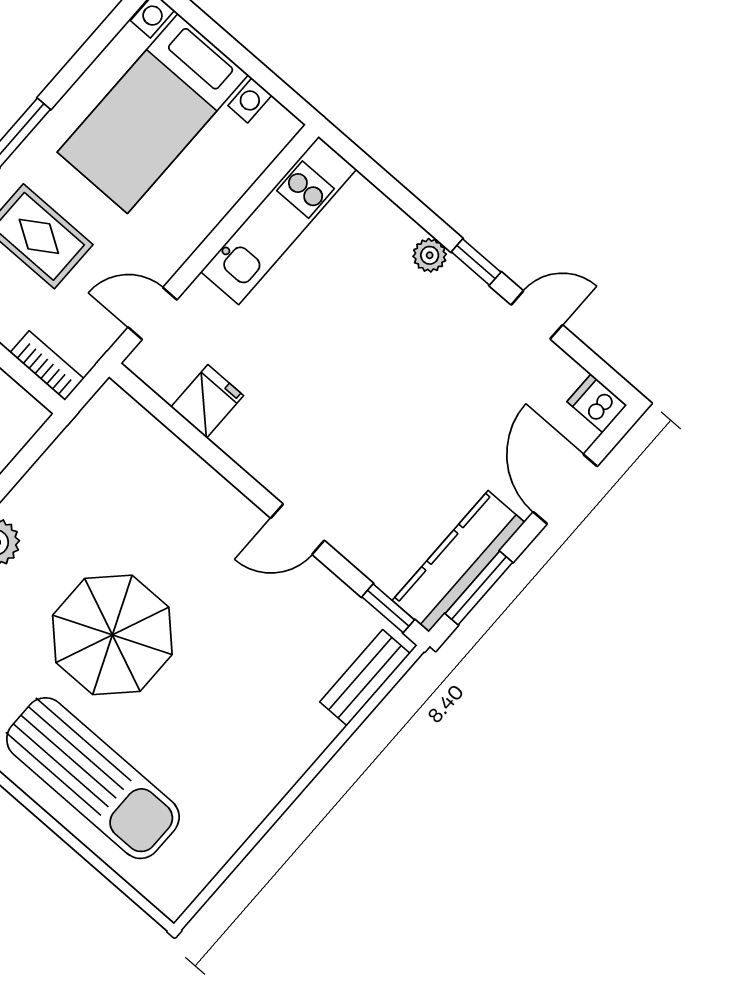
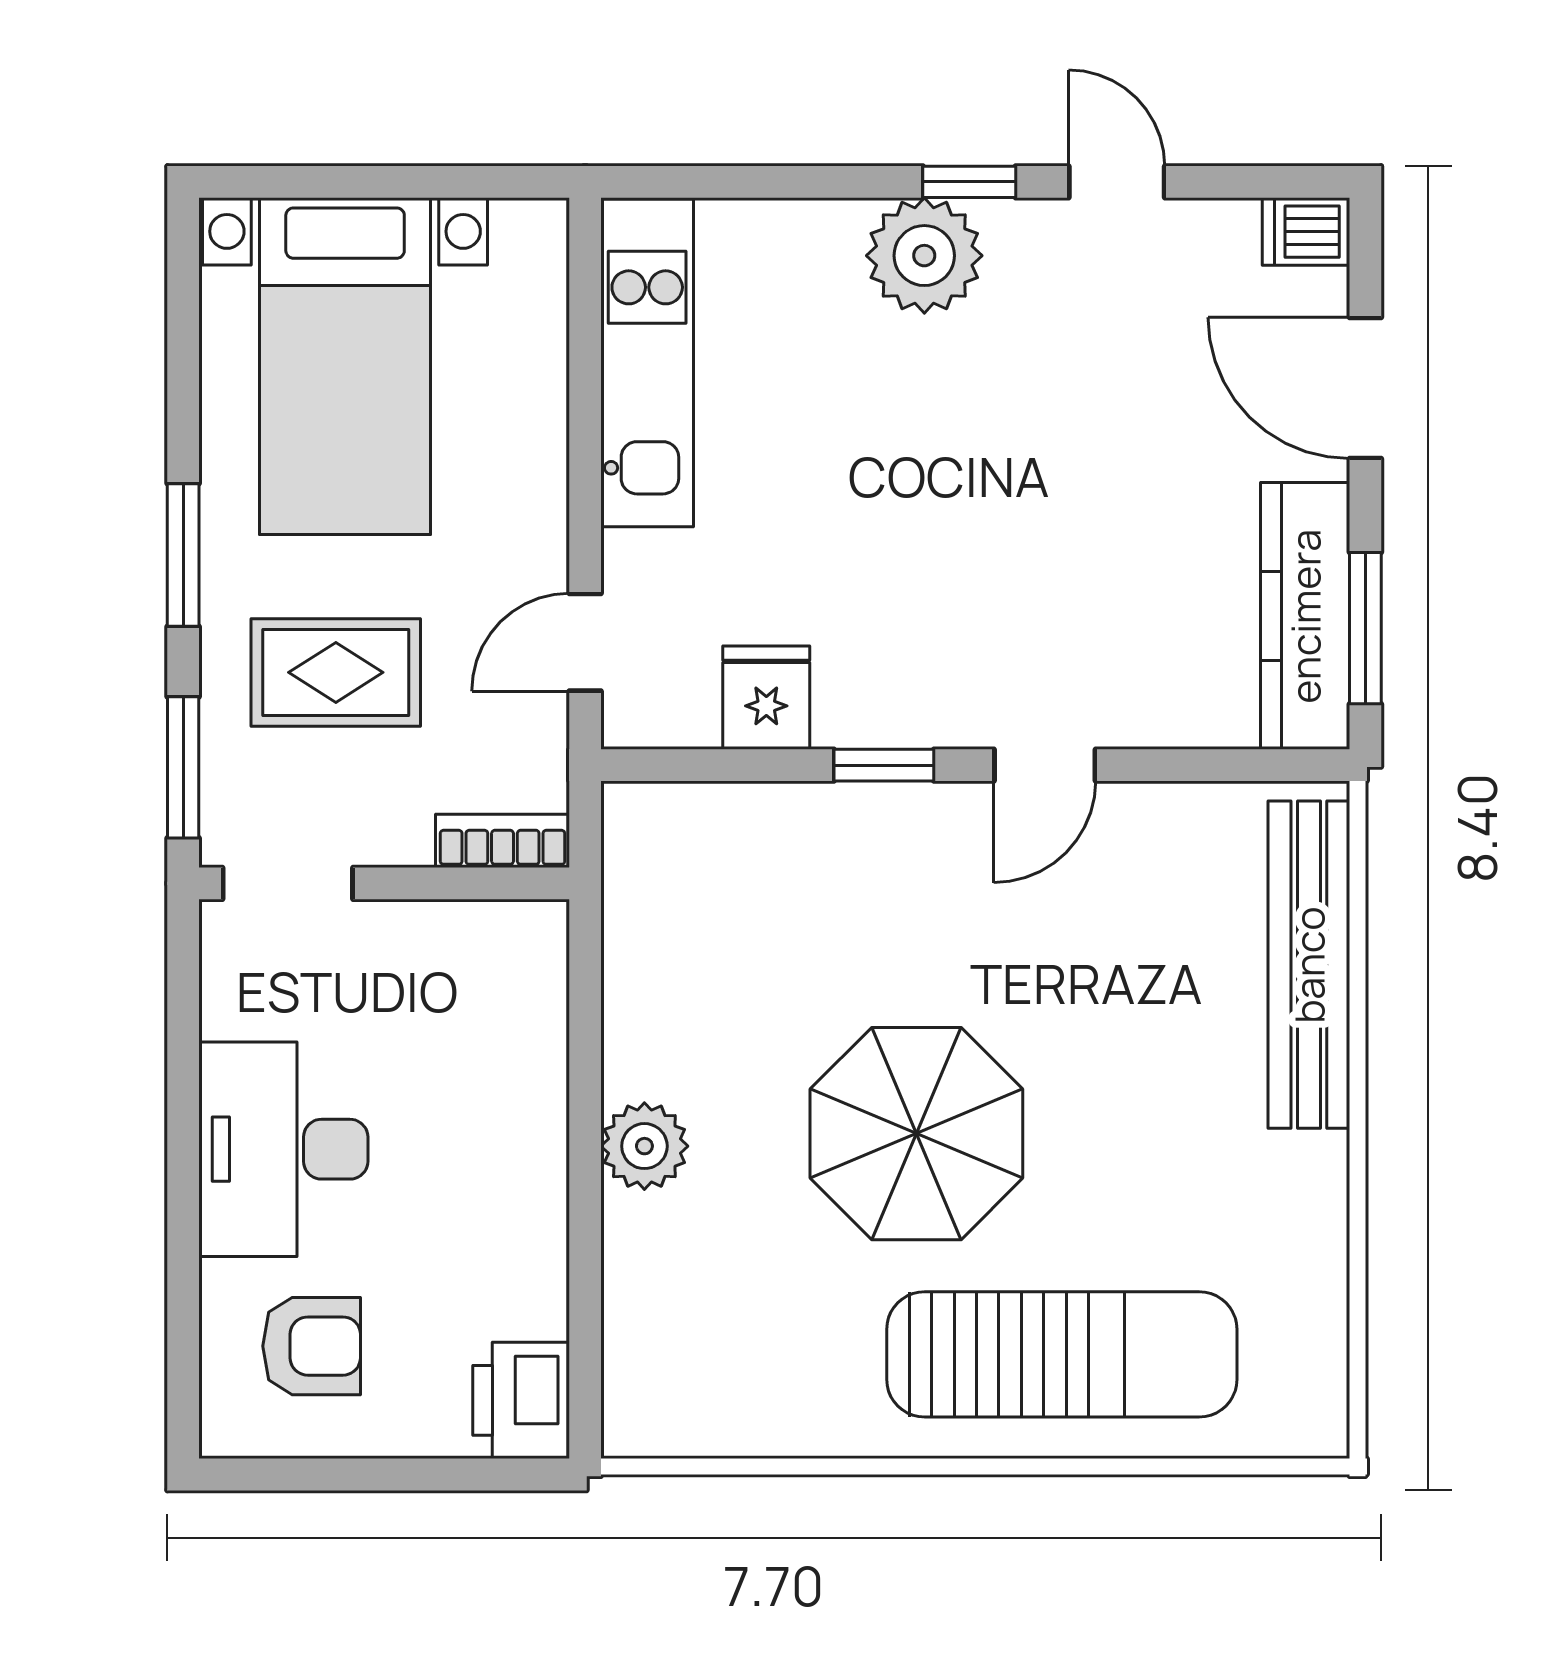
plant: (430, 255) -> (924, 256), width x1.87, depth x1.87
door: (537, 315) -> (1117, 182), hinge flipped
window: (388, 608) -> (884, 765), moved
bench: (365, 678) -> (1309, 965), width x1.86, depth x1.21

